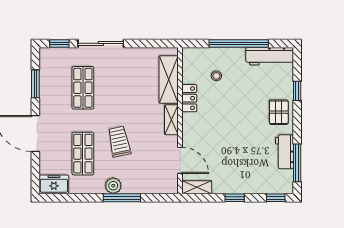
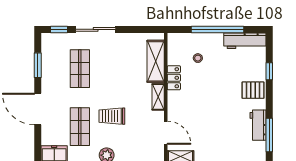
pallet: (279, 112) -> (253, 90), turned 90
trolley: (119, 142) -> (112, 116), turned -78

